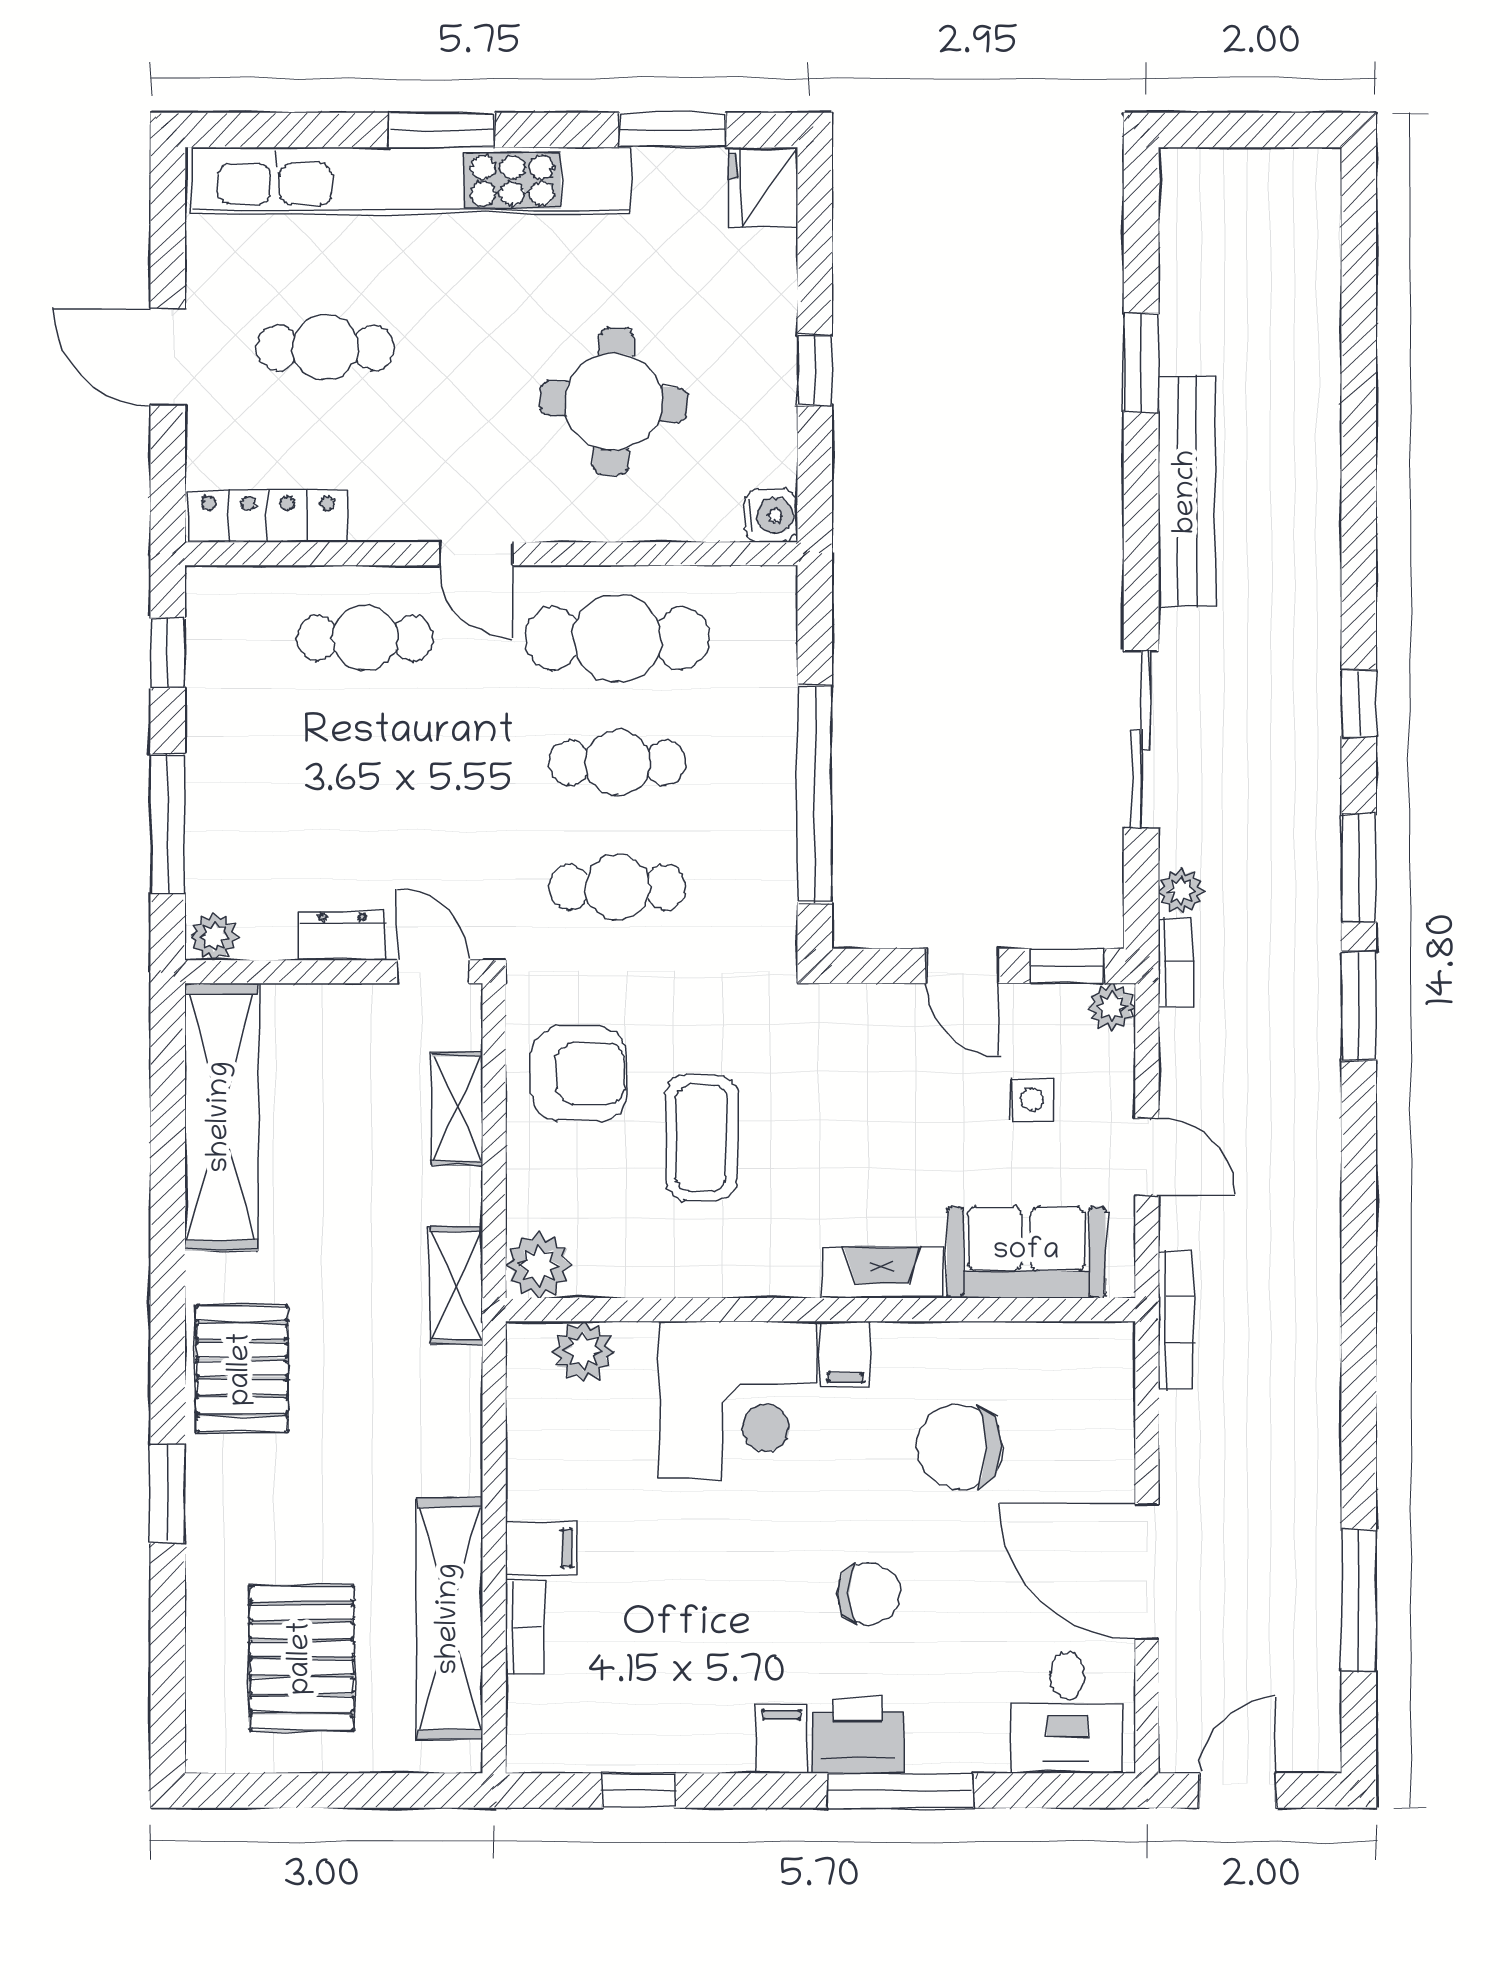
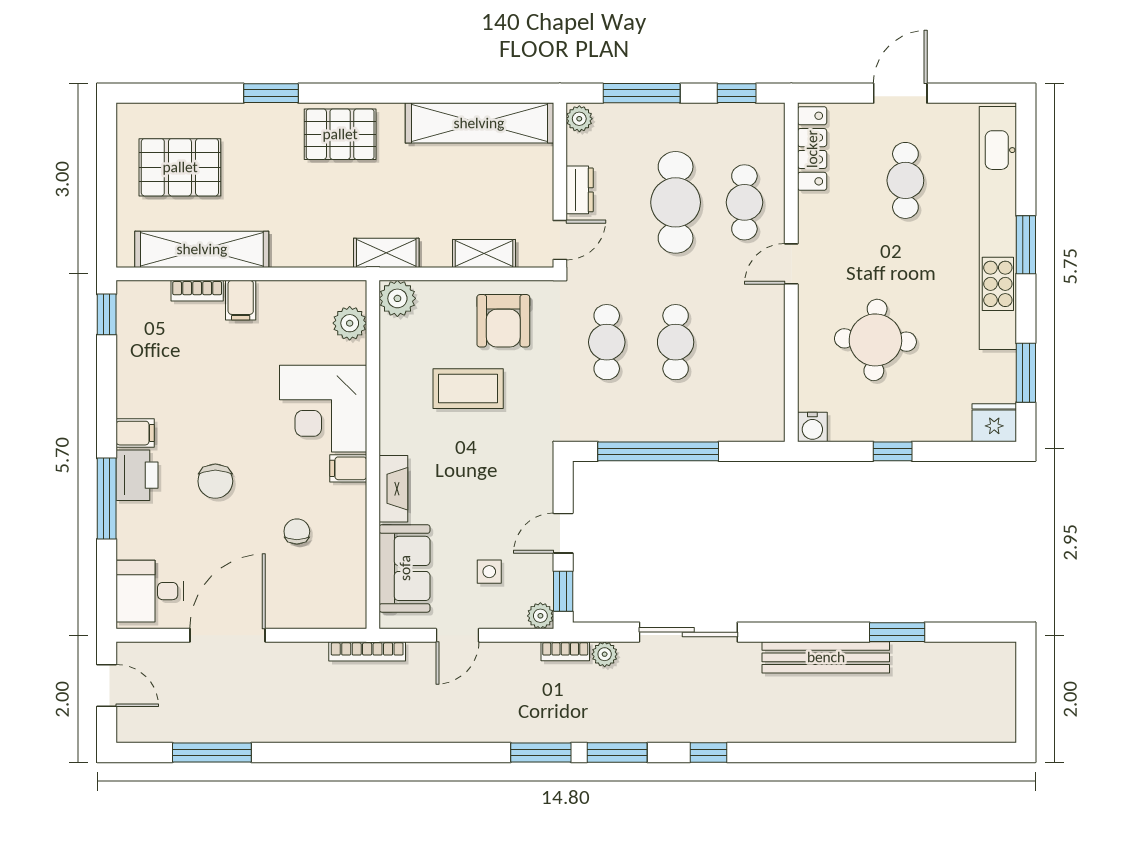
cafe table: (617, 638) -> (676, 202), moved
chair: (960, 1447) -> (297, 531), width x0.54, depth x0.54
window: (638, 1791) -> (107, 314), moved

